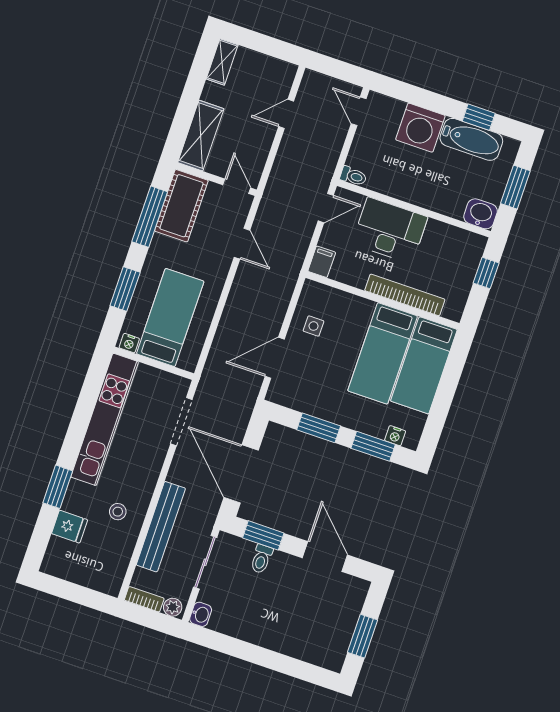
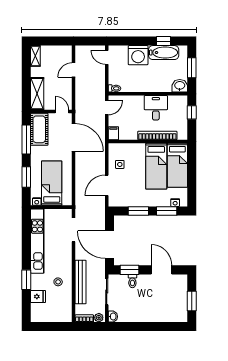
desk: (390, 230) -> (156, 108), moved, width x0.73
door: (242, 244) -> (73, 137), width x1.88

